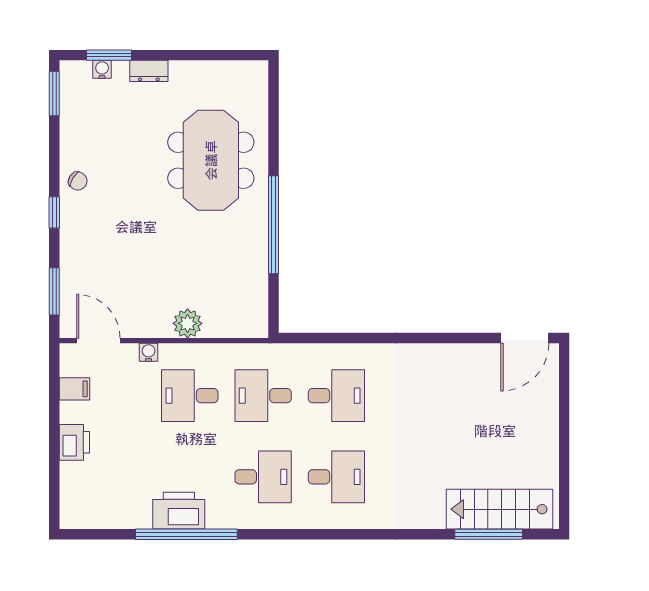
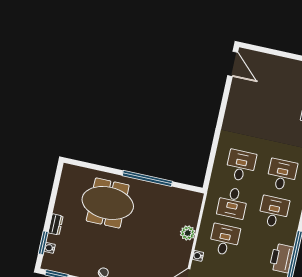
desk: (190, 396) -> (224, 240), turned 180

